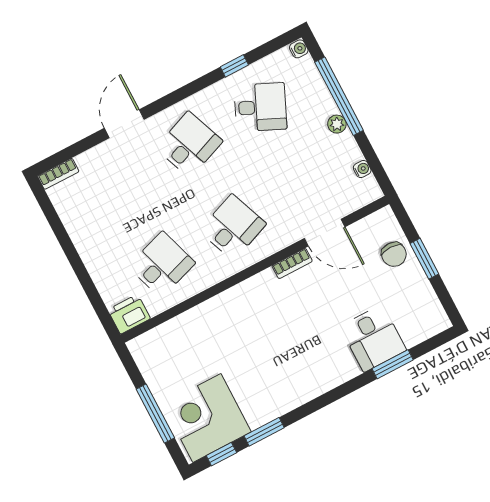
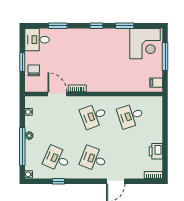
desk: (189, 144) -> (94, 159), turned 42
printer: (129, 314) -> (156, 151), moved, turned 90
desk: (373, 338) -> (37, 40), moved, turned -90
filing cabinet: (146, 354) -> (156, 83), added
window: (221, 454) -> (96, 26), moved

